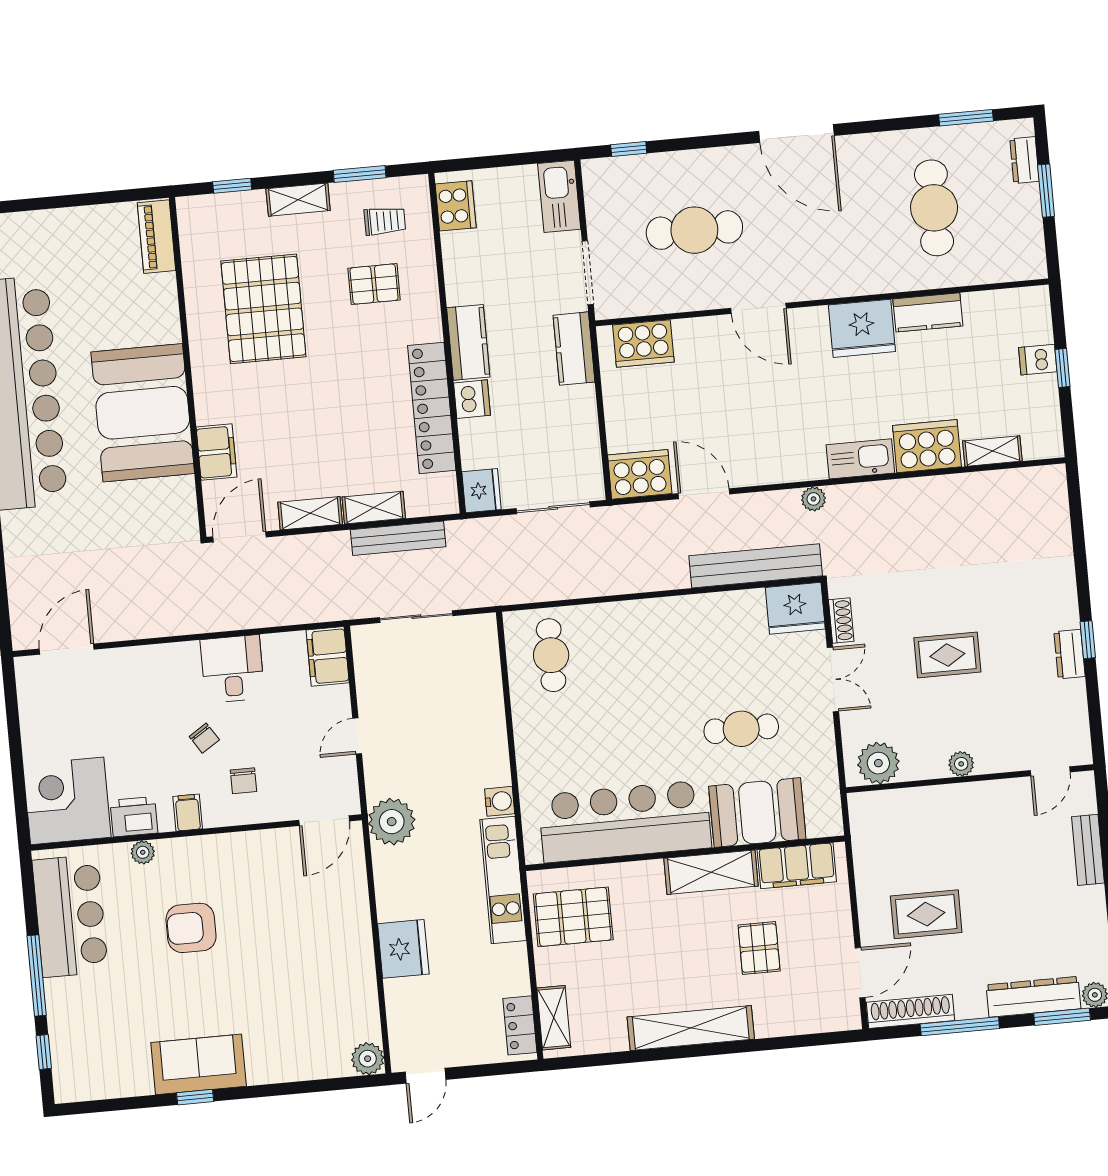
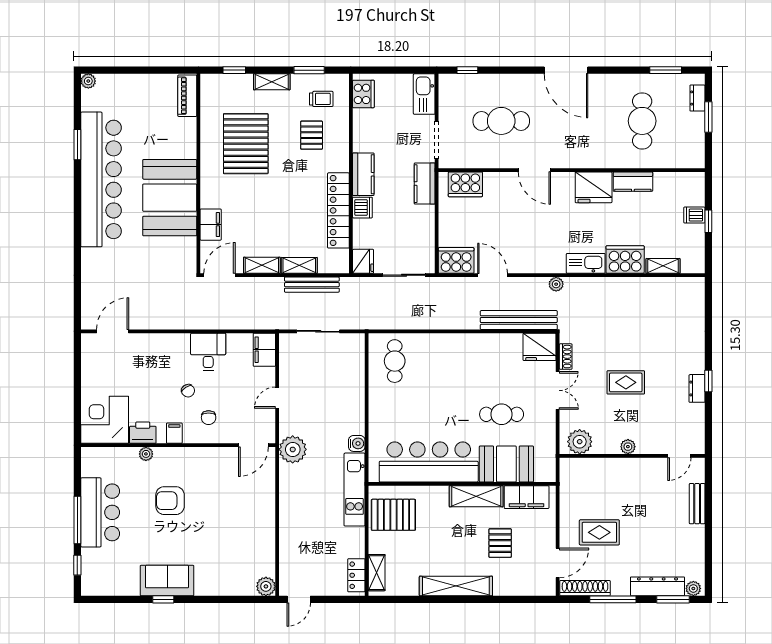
pallet: (374, 284) -> (312, 135), turned 90
bar counter: (70, 916) -> (100, 512), moved
fridge: (403, 949) -> (293, 524), removed

